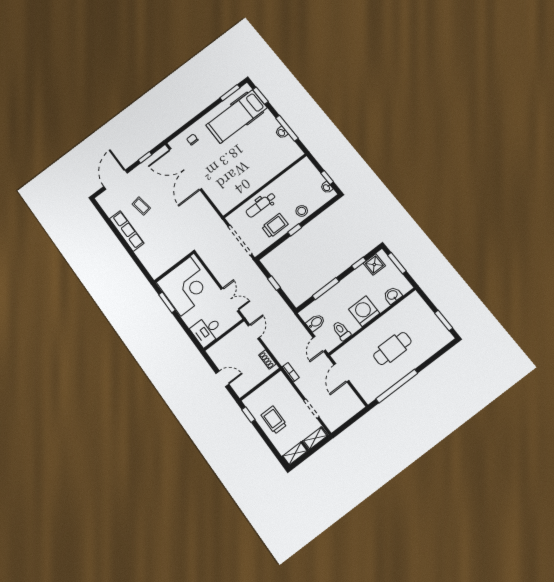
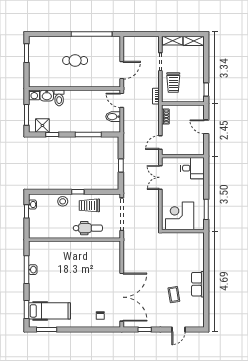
hospital bed: (237, 116) -> (49, 311), width x0.73, depth x0.78
door: (116, 180) -> (179, 330), width x0.53
row of seats: (127, 231) -> (198, 284), width x0.68
corner desk: (186, 286) -> (180, 216), width x0.74, depth x0.74
washing machine: (364, 311) -> (34, 95), moved, width x0.53, depth x0.53
toilet: (341, 331) -> (59, 98), moved
door: (319, 344) -> (122, 100), swing flipped
cafe table: (392, 348) -> (75, 60), width x0.73, depth x0.74
trolley: (274, 420) -> (173, 83), moved

